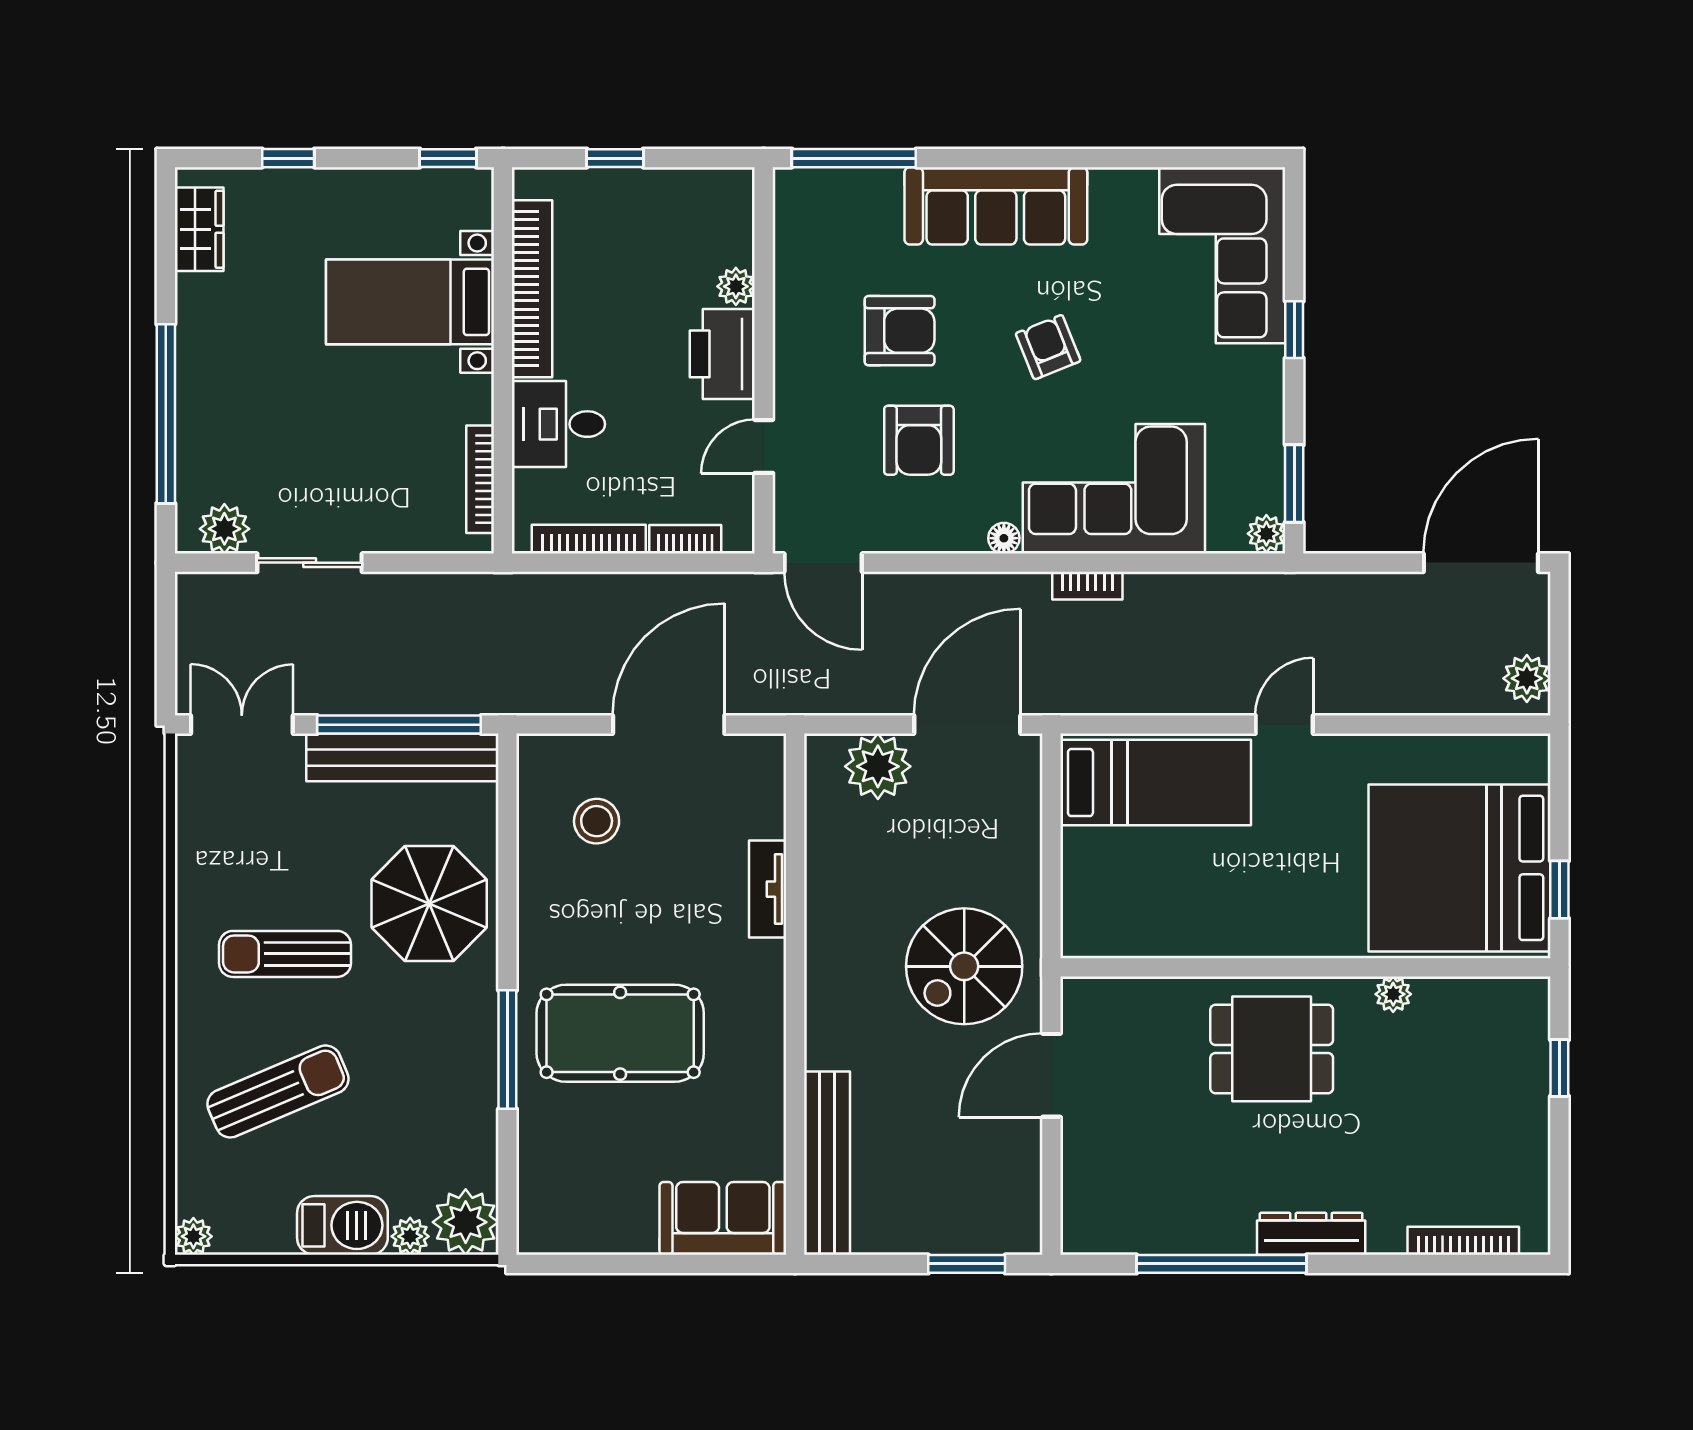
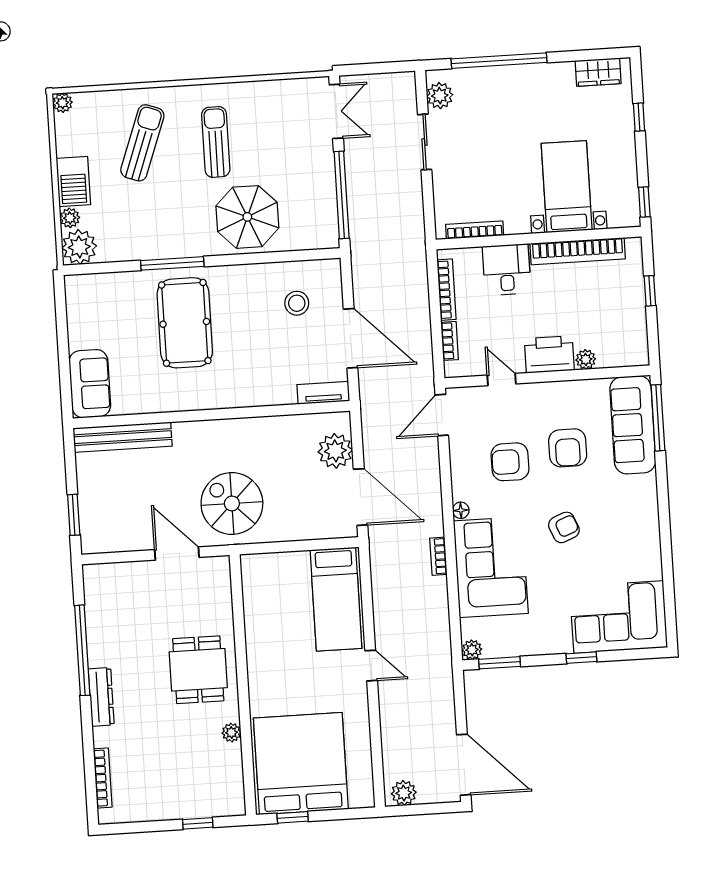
sofa: (996, 206) -> (633, 425), moved
bench: (402, 757) -> (324, 198), removed
tv unit: (768, 889) -> (323, 393), moved
sun lounger: (278, 1091) -> (142, 143), turned -137

